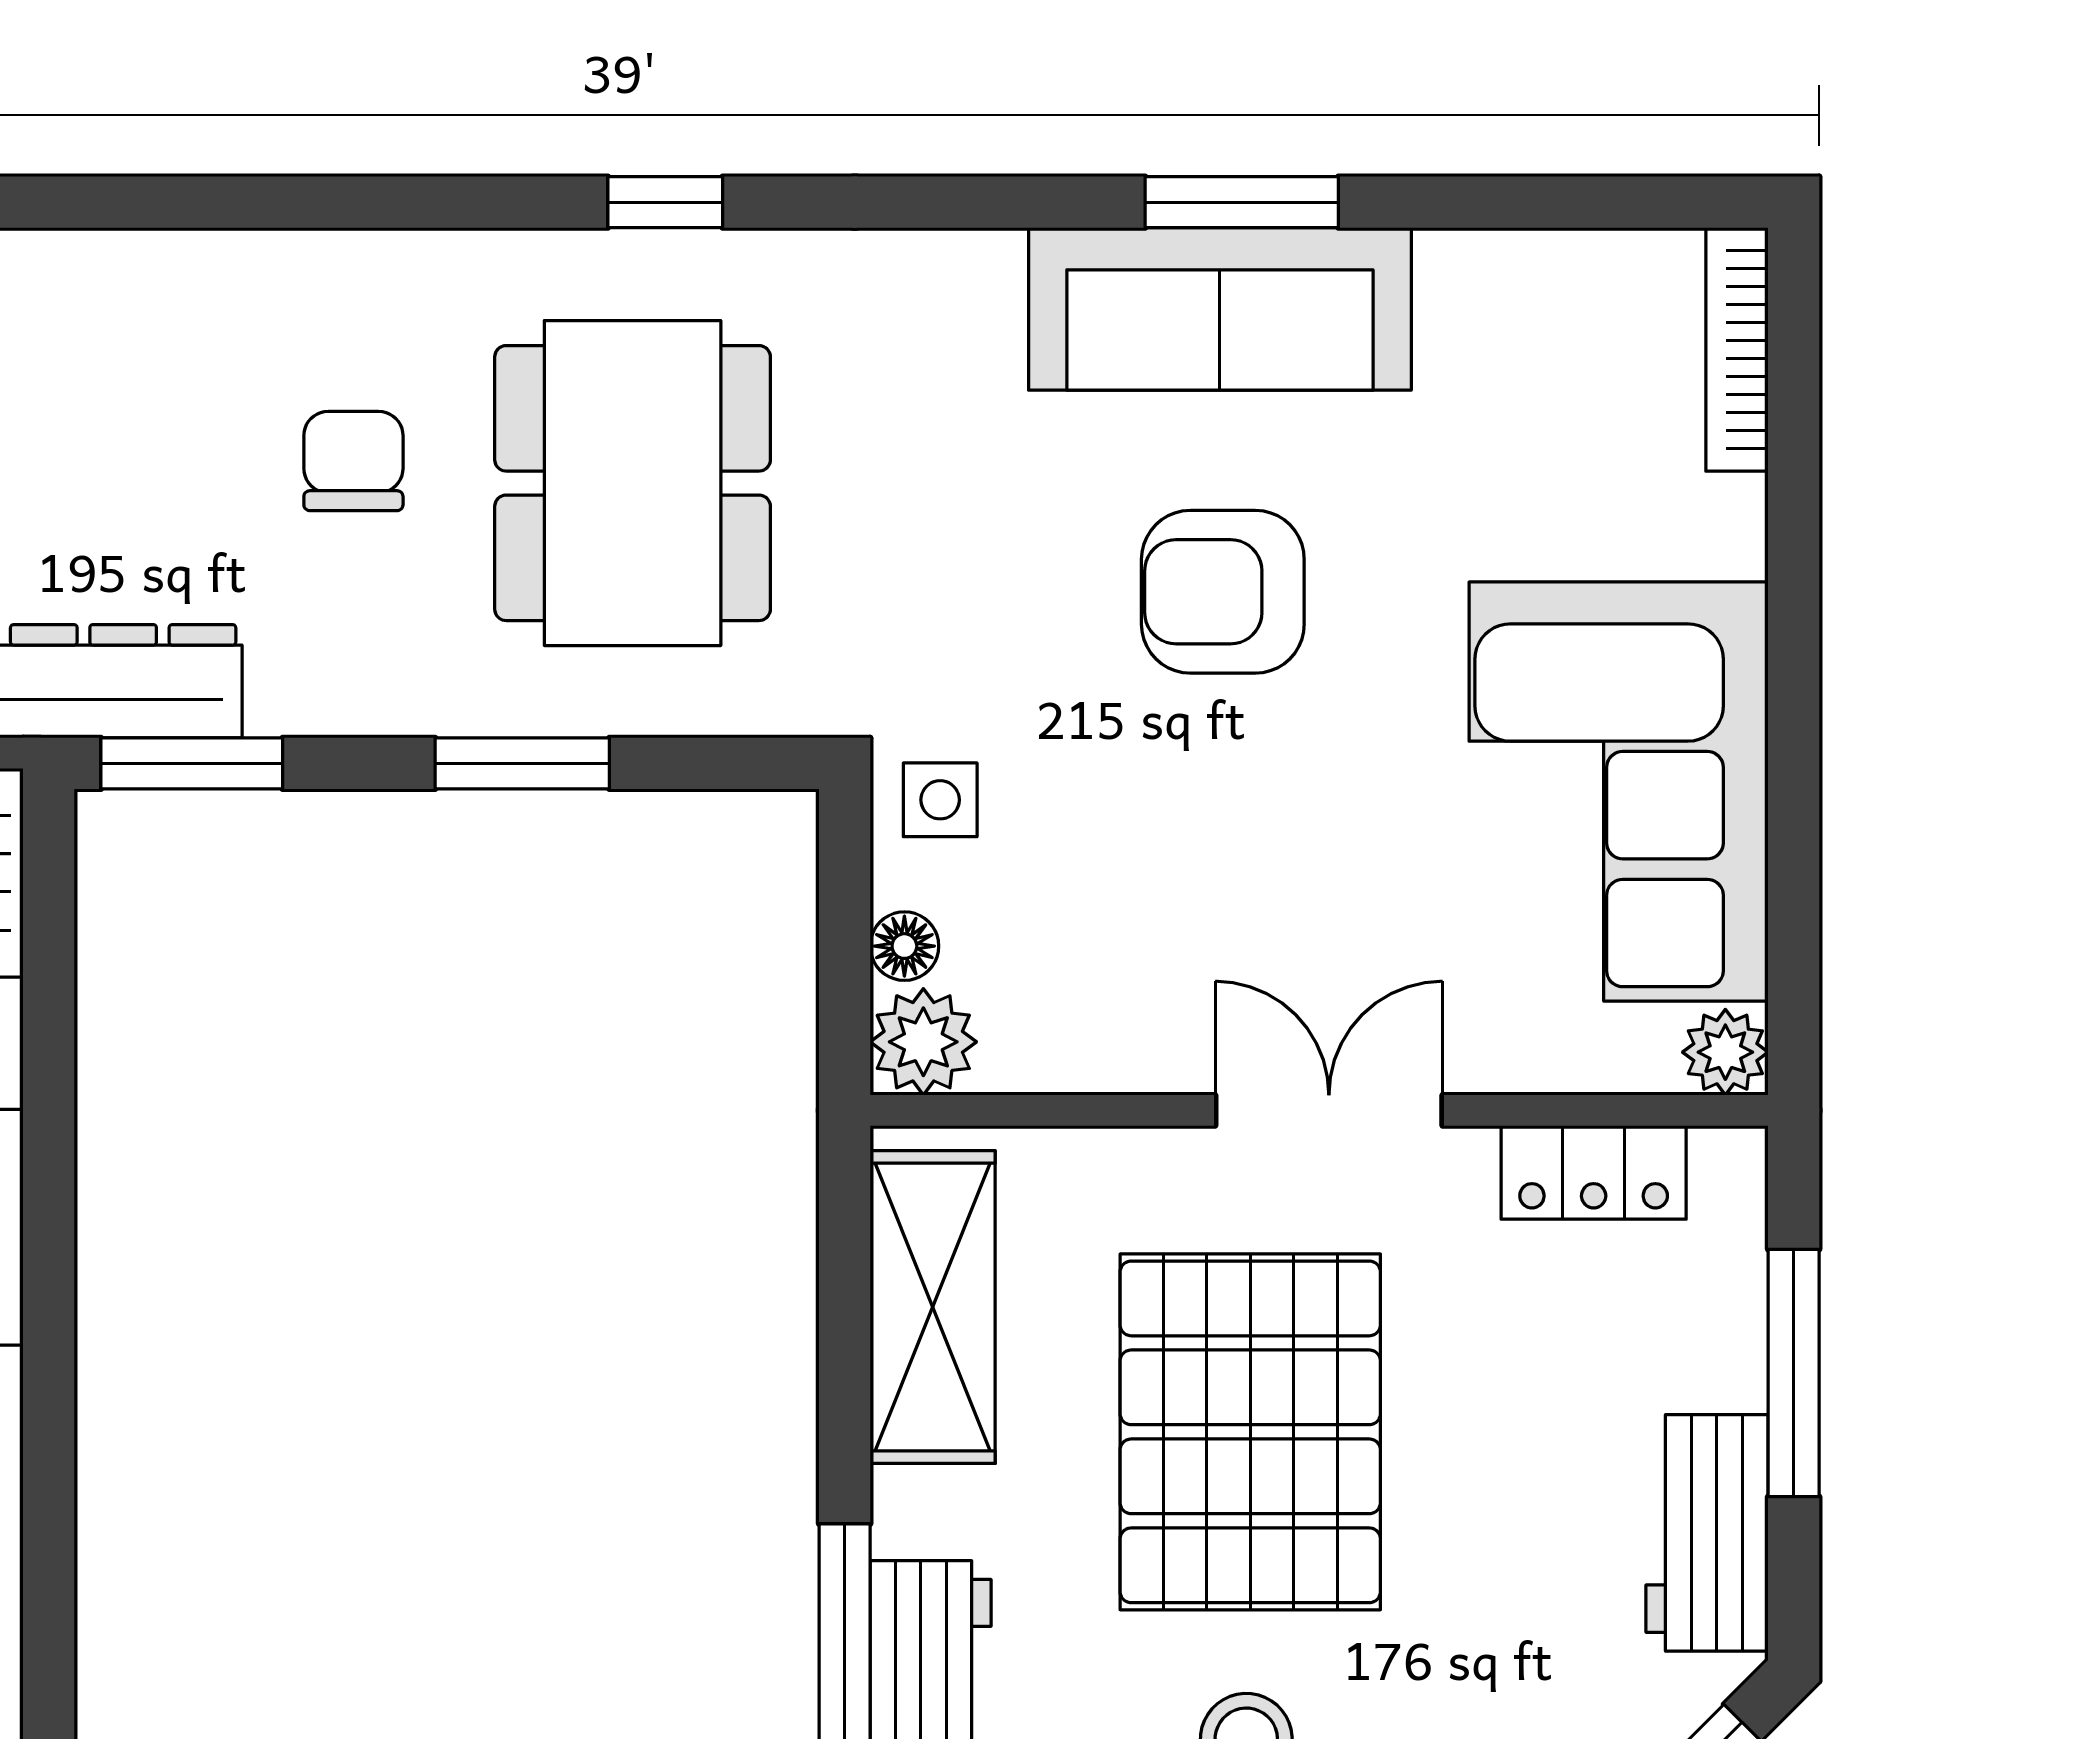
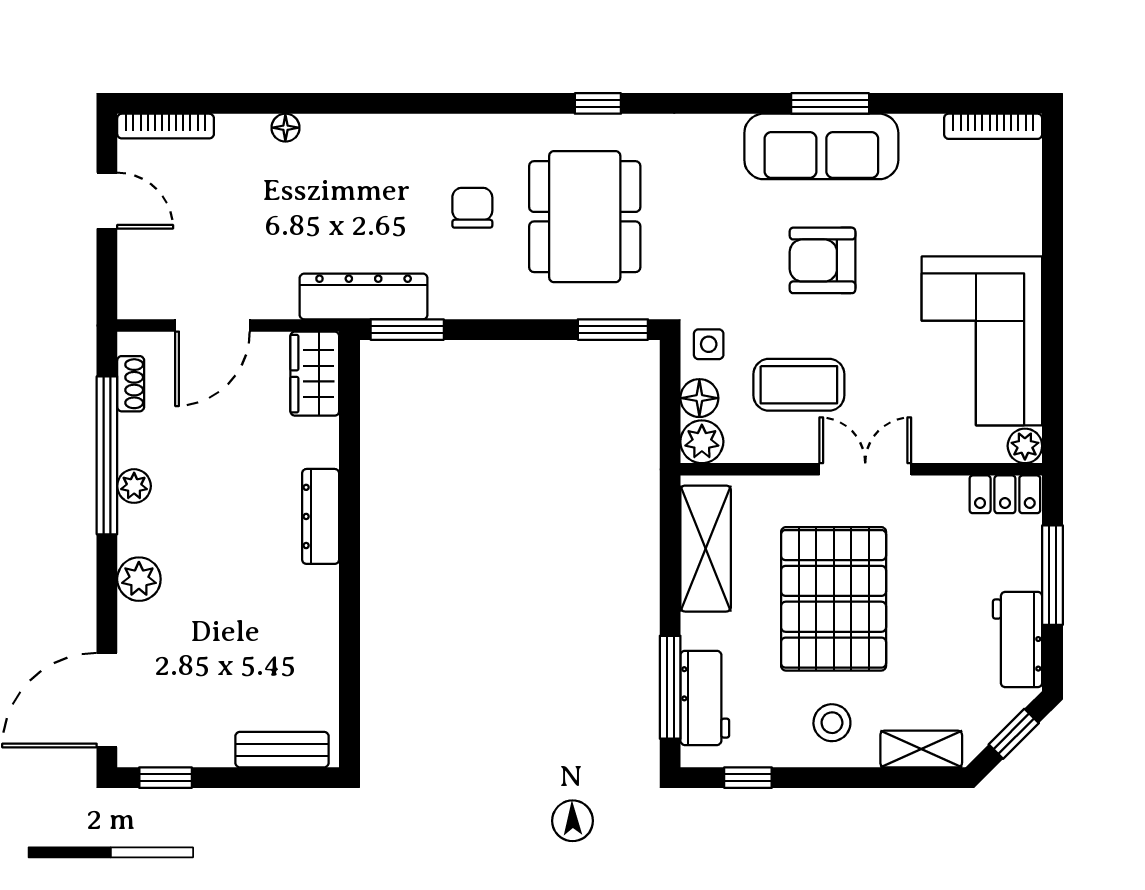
bookcase: (1737, 349) -> (993, 126), moved, turned -90
window: (522, 763) -> (613, 330), moved
coffee table: (1164, 900) -> (799, 385), added
floor lamp: (904, 946) -> (699, 398), width x1.37, depth x1.37
locker: (1594, 1172) -> (1005, 494), moved

